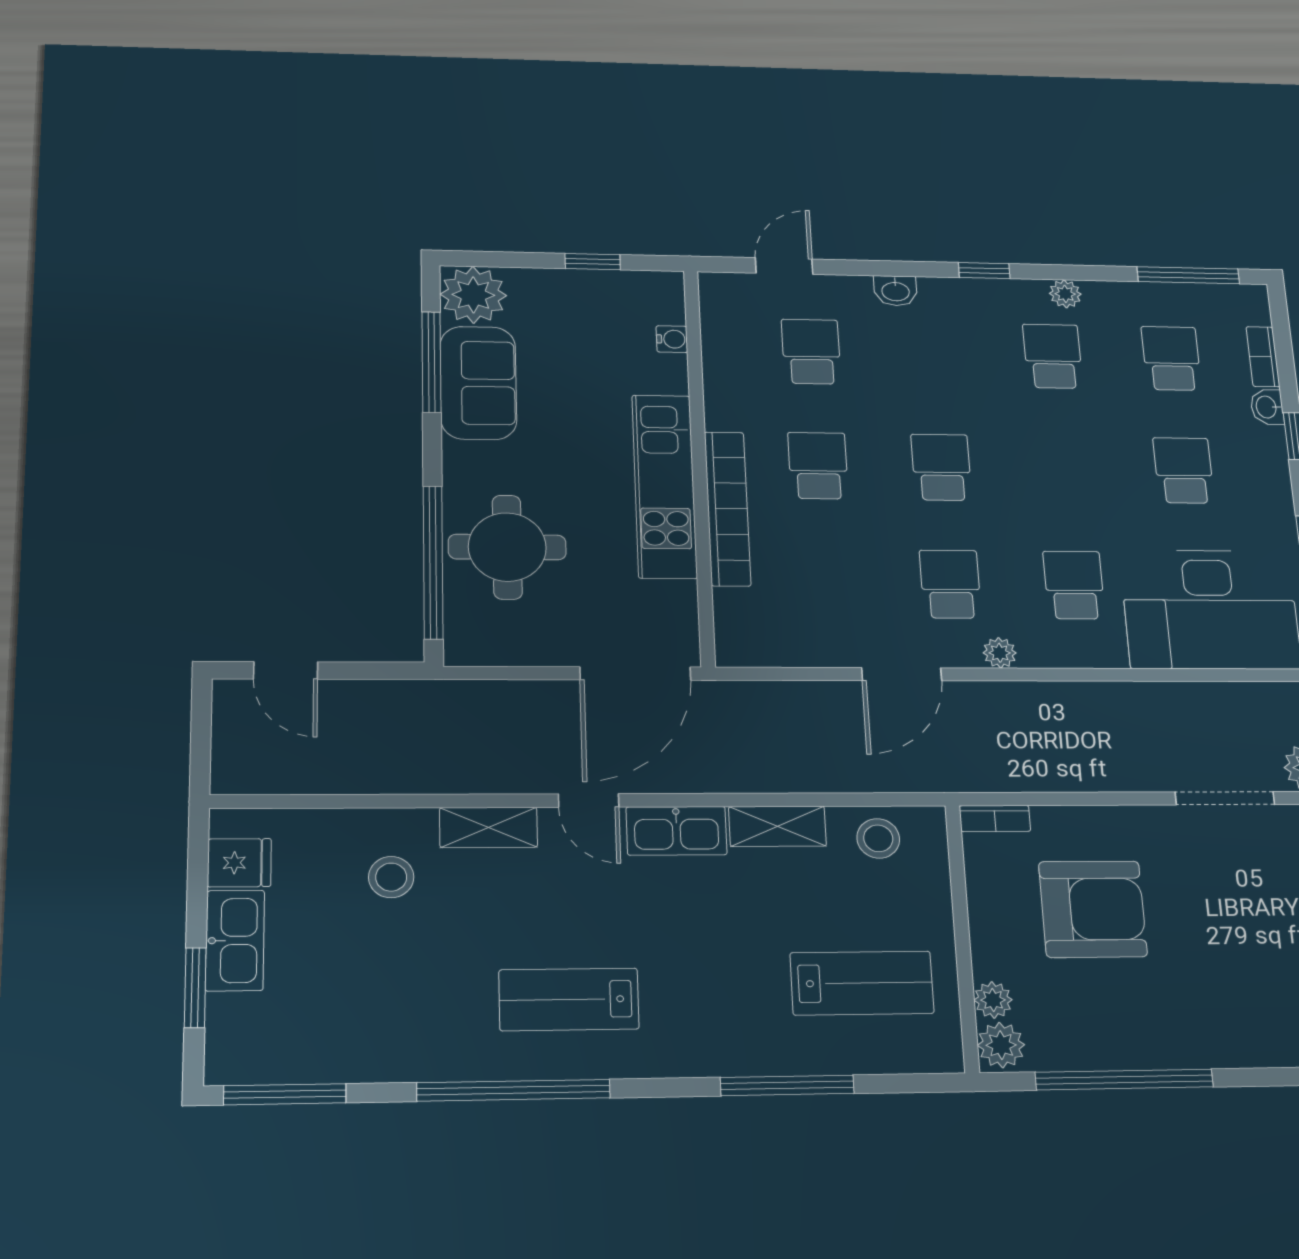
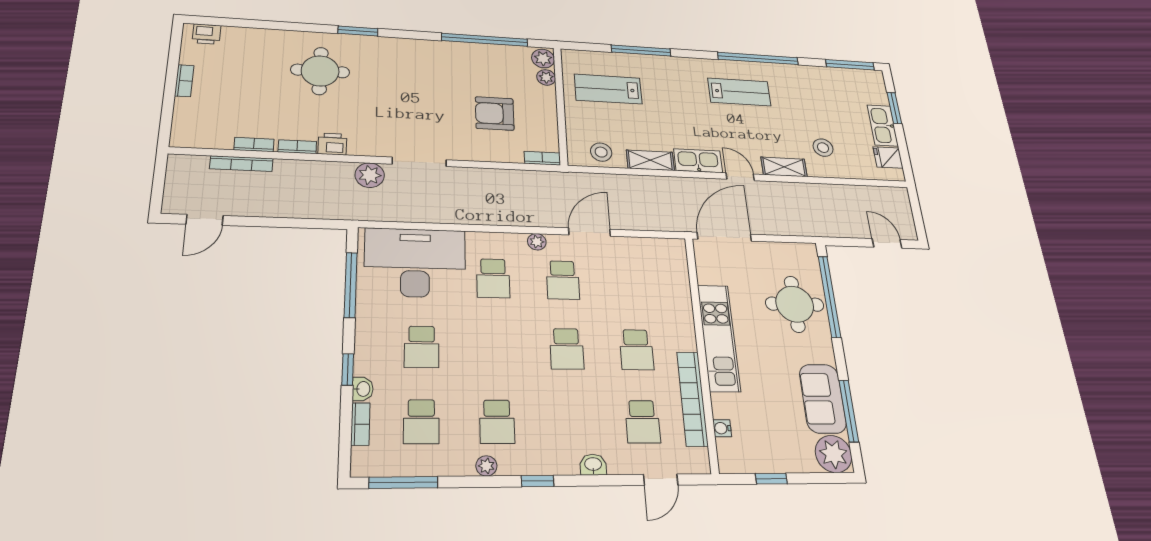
bookcase: (727, 508) -> (692, 398), moved
armchair: (1093, 909) -> (495, 113), width x0.73, depth x0.73

